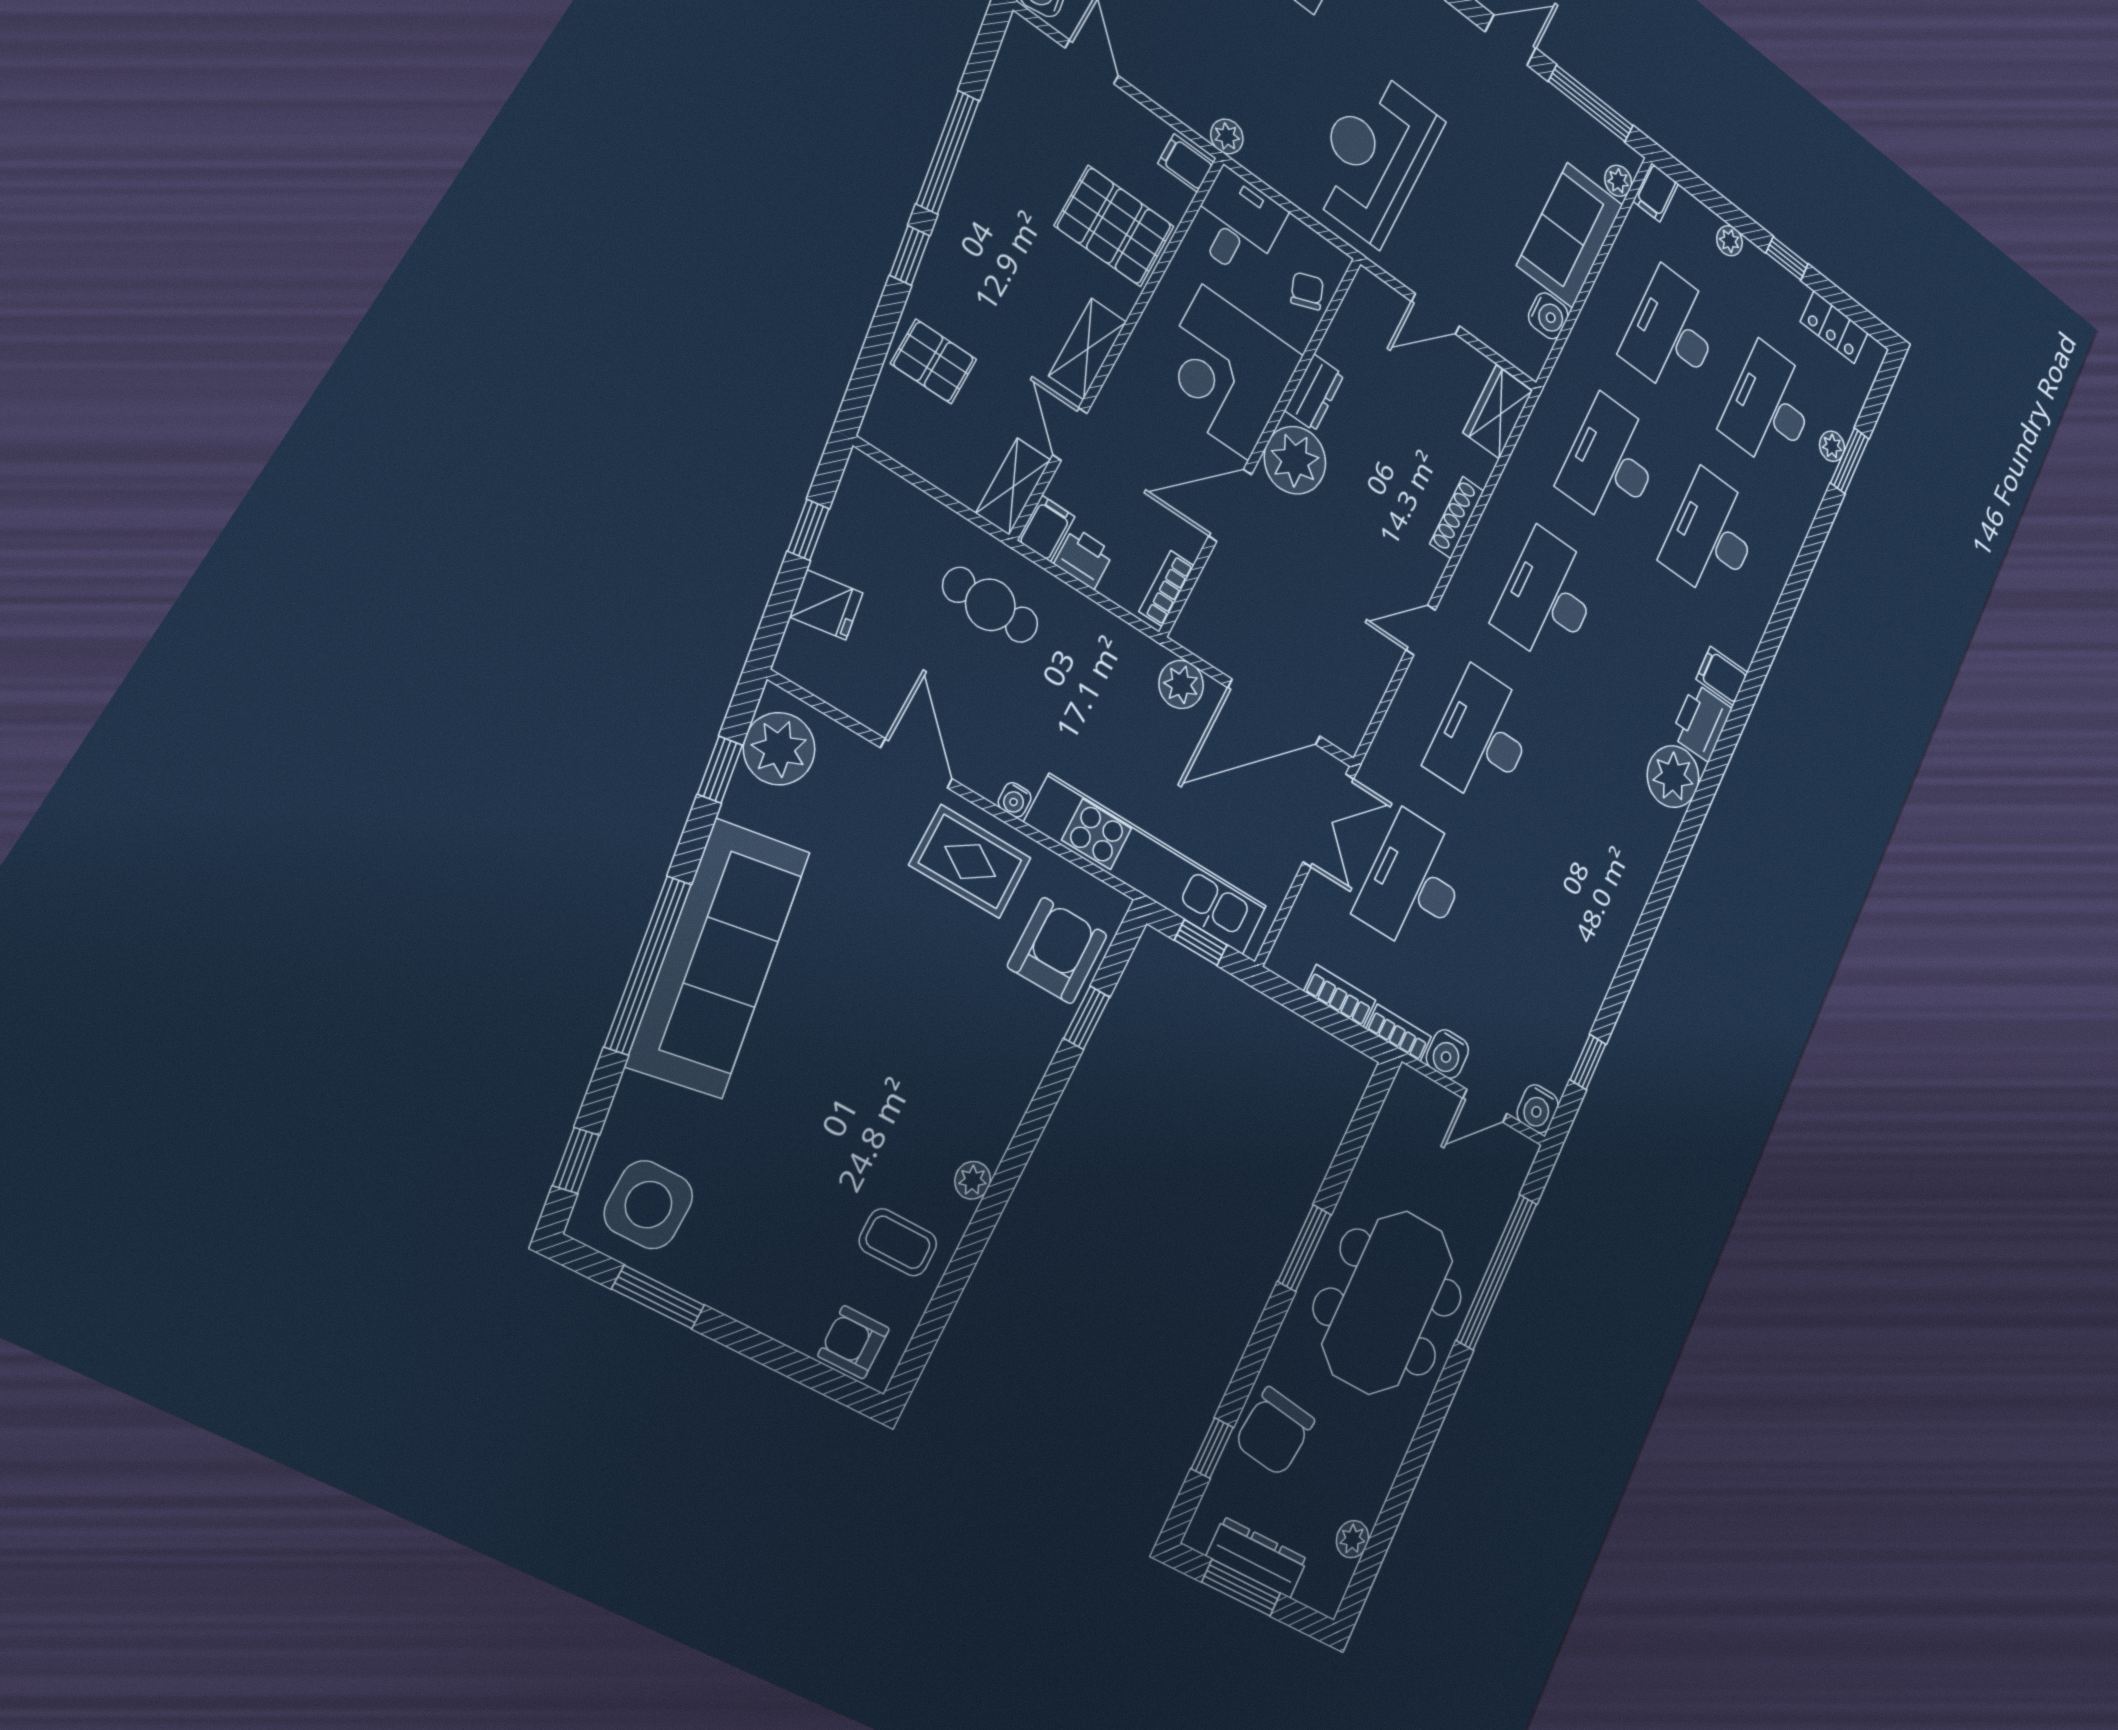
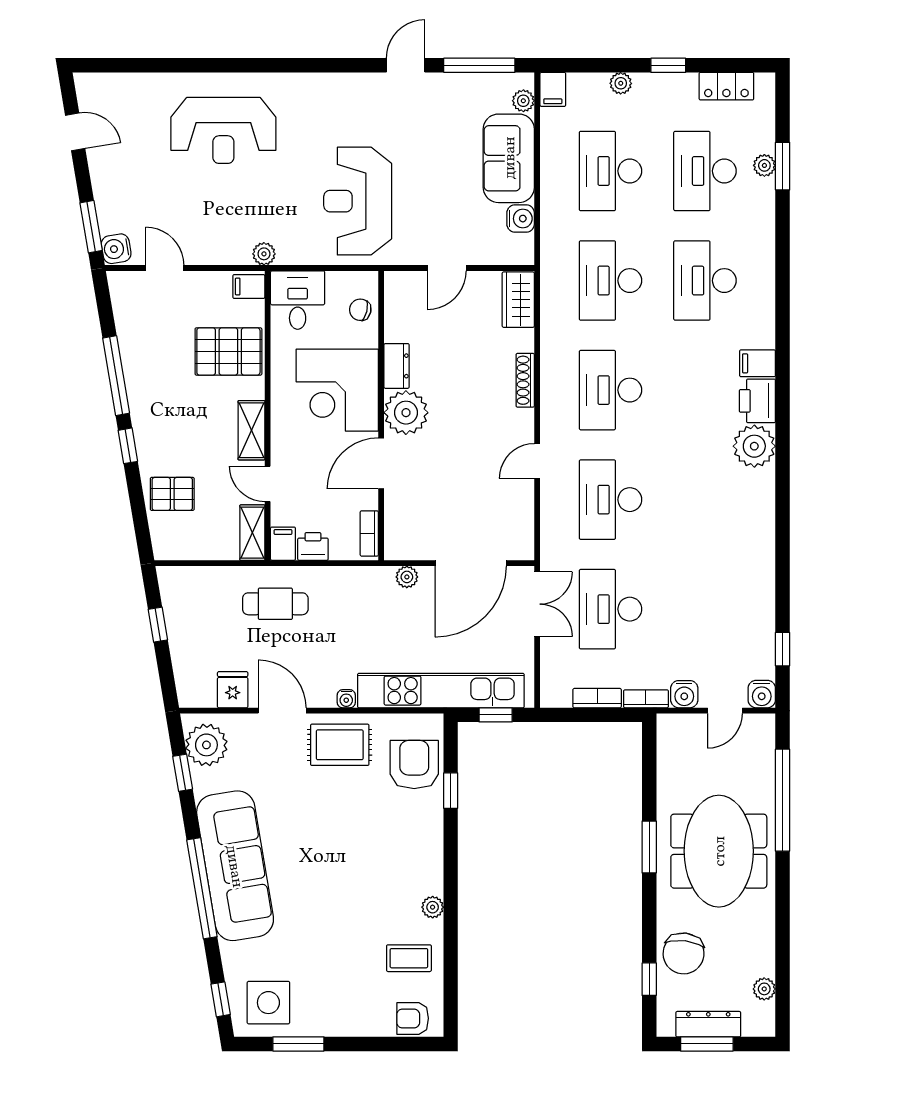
chair: (1307, 291) -> (360, 310), turned -55
fridge: (826, 605) -> (233, 690), moved, turned -80
plant: (1181, 684) -> (407, 577), width x0.73, depth x0.73

